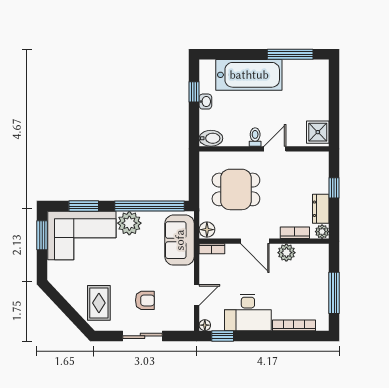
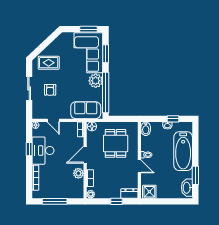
window: (290, 54) -> (195, 175), width x0.69
washbasin: (311, 68) -> (187, 188), added
dresser: (321, 209) -> (129, 194), moved
window: (223, 336) -> (29, 149), moved

